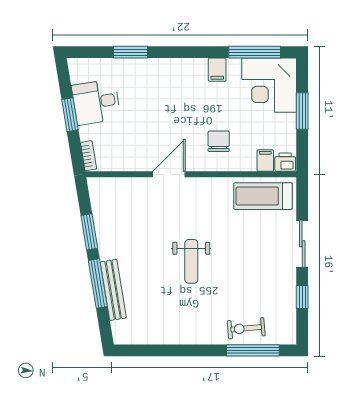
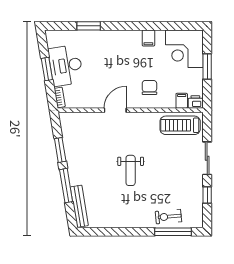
window: (255, 52) -> (174, 26), removed
desk: (96, 102) -> (66, 66), width x1.37
bench: (113, 290) -> (79, 206), moved

